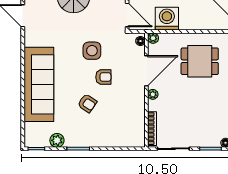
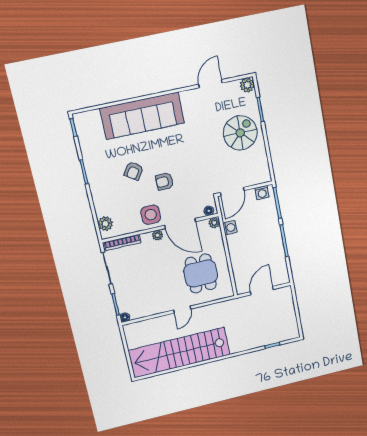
washing machine: (167, 19) -> (230, 228), width x0.53, depth x0.53
side table: (92, 51) -> (151, 215), moved
armchair: (103, 77) -> (164, 182), turned 89
plant: (57, 140) -> (105, 224), moved

